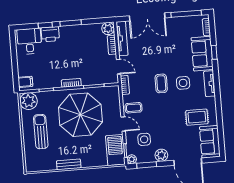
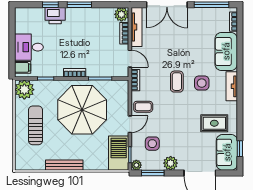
desk: (29, 41) -> (29, 47), moved, turned -90
window: (214, 52) -> (240, 149), moved
door: (123, 124) -> (130, 124), hinge flipped
bench: (69, 164) -> (64, 165), width x1.36

